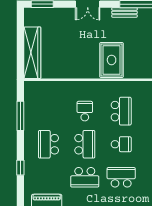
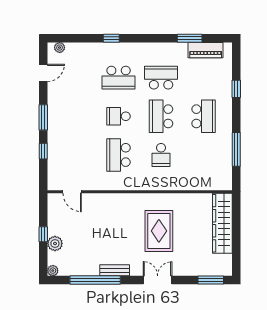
rug: (112, 60) -> (159, 231), moved

